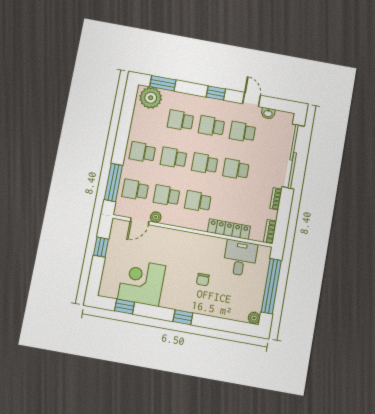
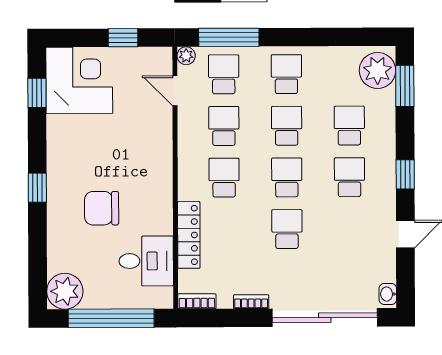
washbasin: (268, 113) -> (388, 294), moved
school desk: (242, 132) -> (350, 229), removed
plant: (156, 217) -> (186, 56), moved
chair: (203, 280) -> (102, 208), width x1.87, depth x1.87
corner desk: (142, 282) -> (79, 80), moved
plant: (254, 318) -> (65, 291), width x1.87, depth x1.87

